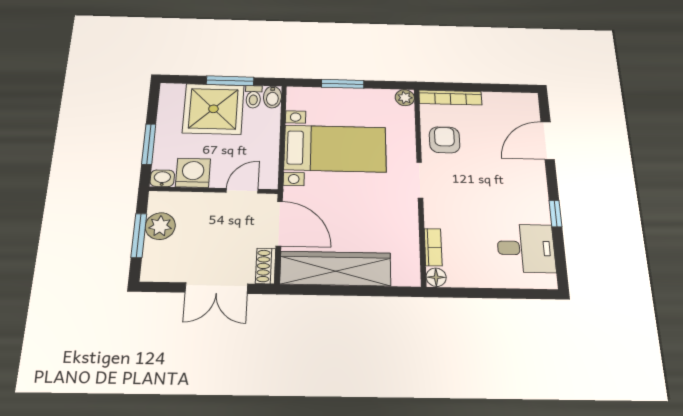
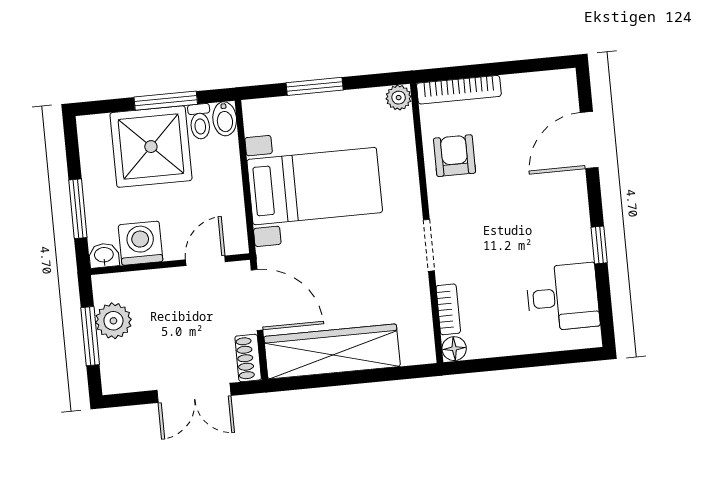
doorway: (420, 180) -> (429, 245), moved

